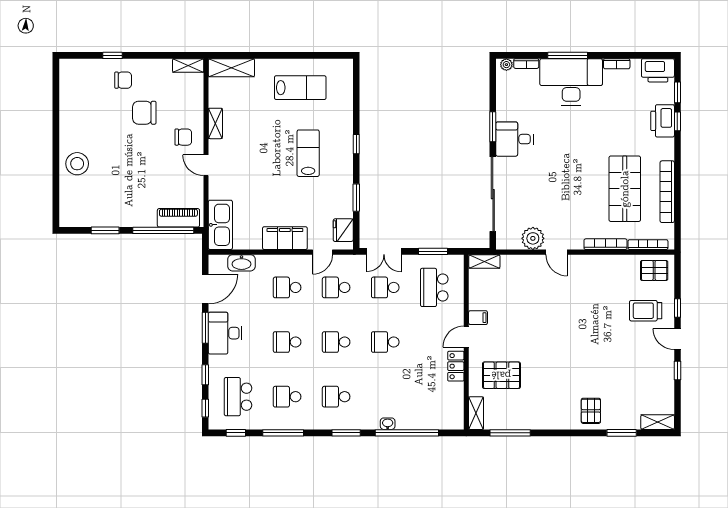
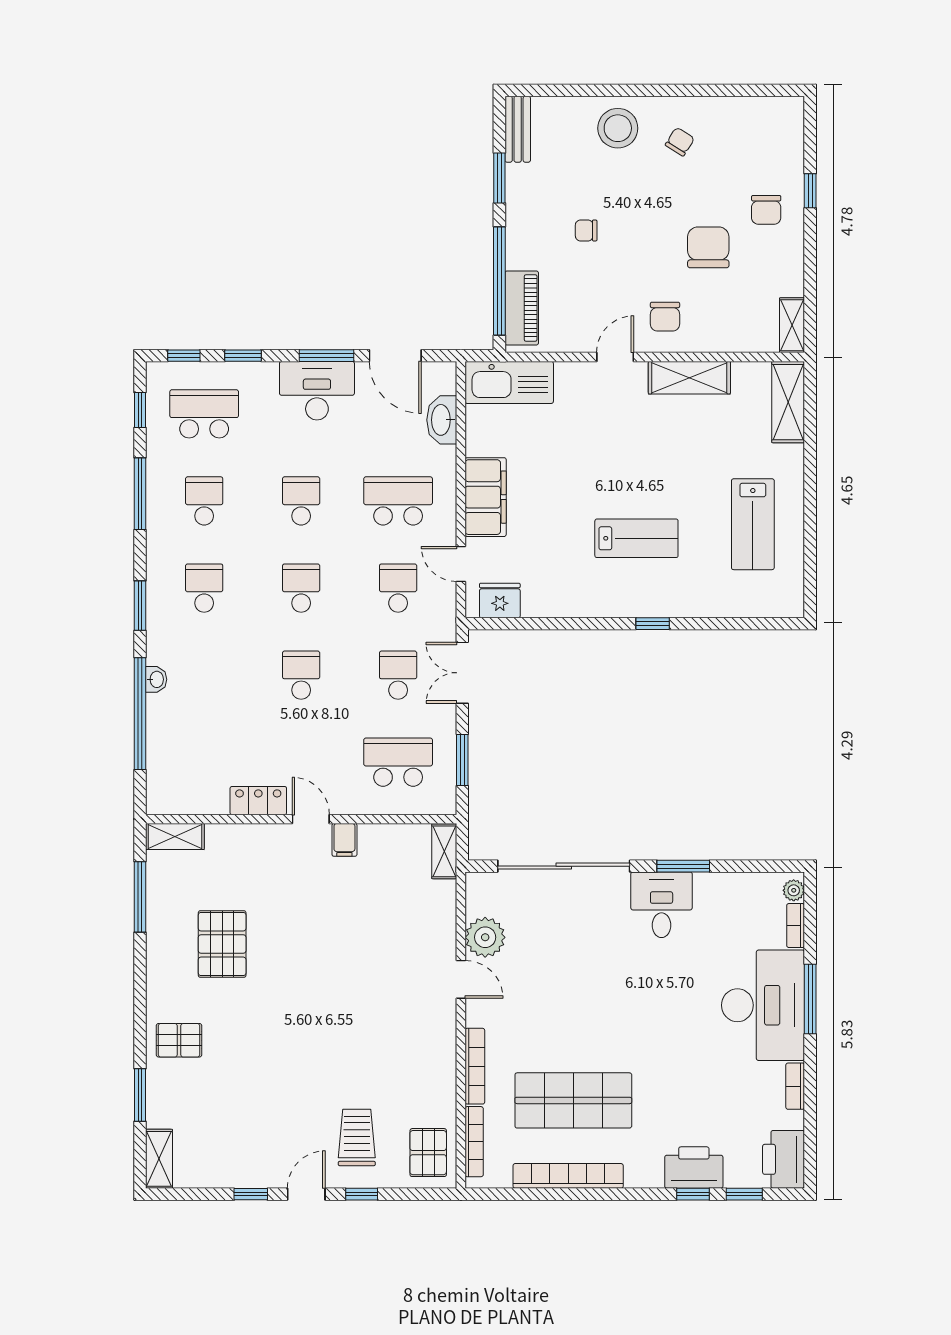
shelving: (215, 123) -> (689, 378), width x1.50, depth x1.33
chair: (85, 129) -> (680, 142), added
chair: (135, 182) -> (586, 230), added
window: (356, 198) -> (557, 624), removed
bench: (78, 220) -> (518, 129), added
door: (557, 252) -> (461, 979), swing flipped
school desk: (287, 287) -> (398, 501), width x1.85
pallet: (501, 375) -> (222, 944), moved

